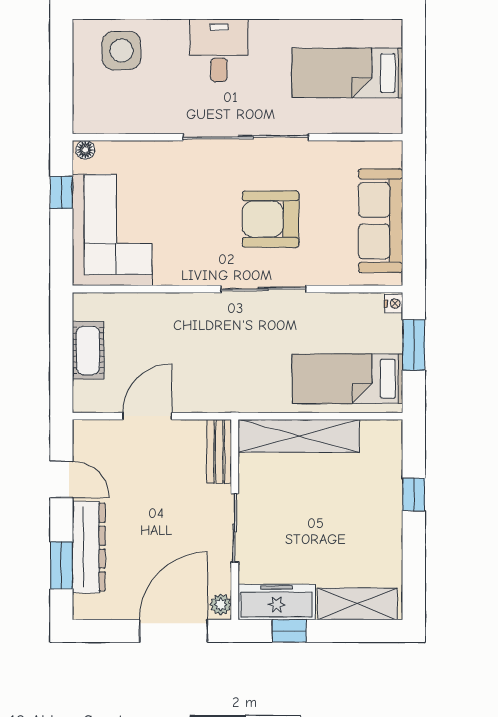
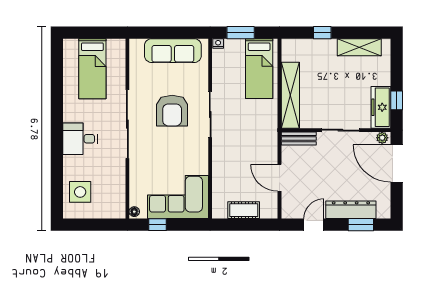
shelving: (357, 604) -> (359, 47), moved, turned 90

